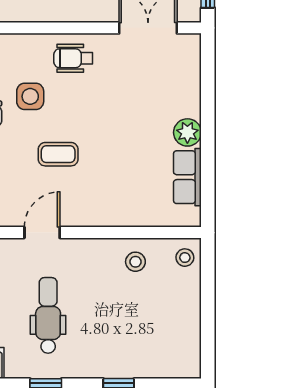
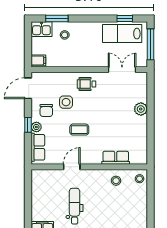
plant: (187, 132) -> (141, 109), moved
row of seats: (187, 177) -> (116, 158), moved, turned 90

